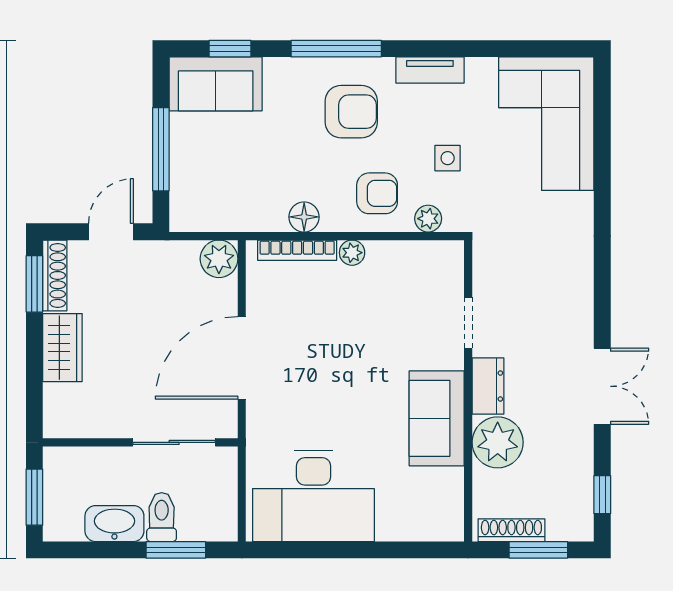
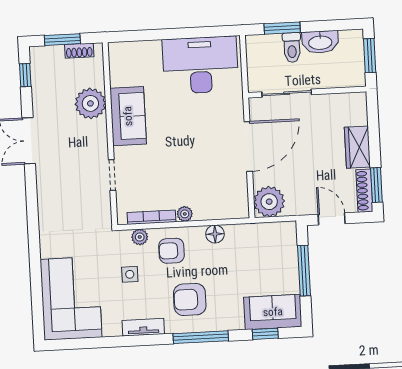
door: (111, 232) -> (332, 219), swing flipped
bookcase: (297, 250) -> (152, 217), moved
plant: (219, 259) -> (269, 202), width x1.36, depth x1.36
dresser: (488, 386) -> (98, 137), removed
shoe rack: (511, 530) -> (79, 51), width x0.70

